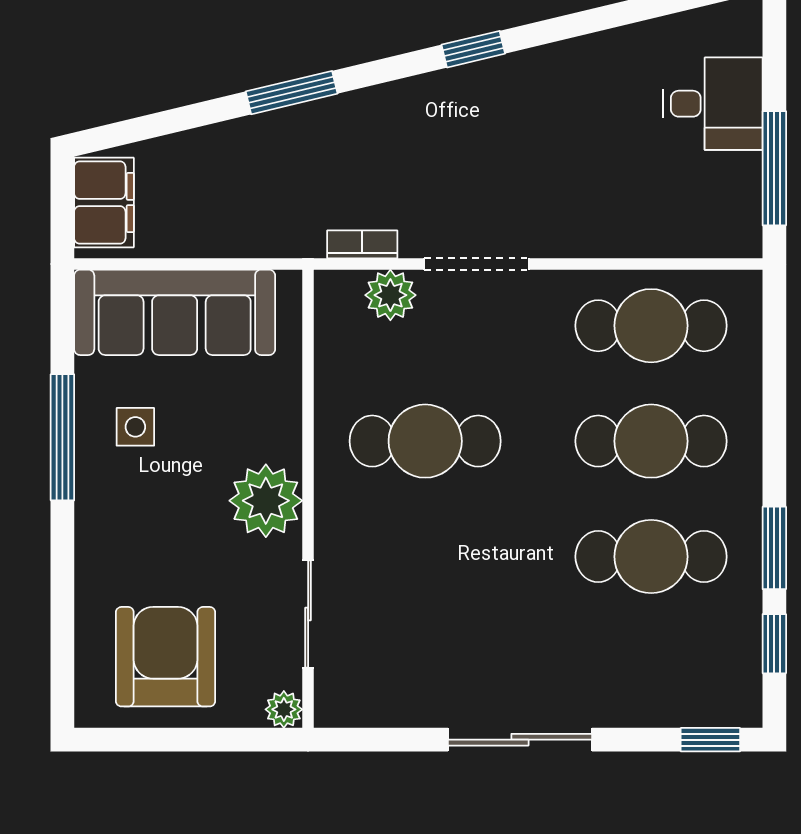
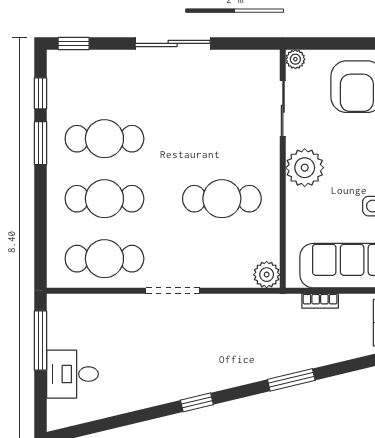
bookcase: (362, 244) -> (320, 301), moved
doorway: (477, 264) -> (172, 291), moved
plant: (390, 295) -> (267, 275), moved

